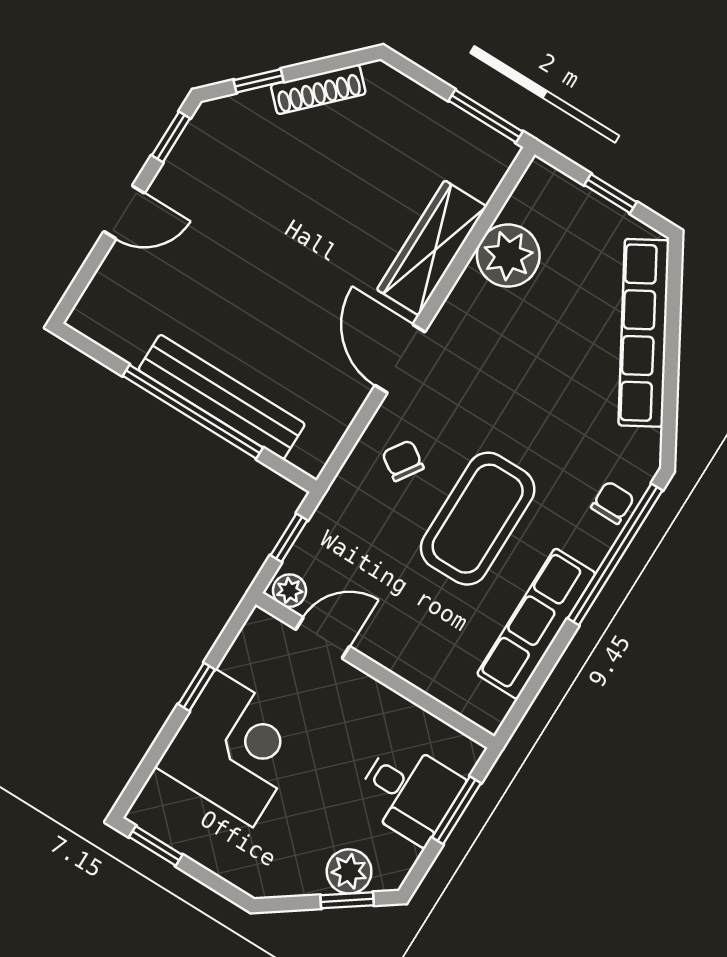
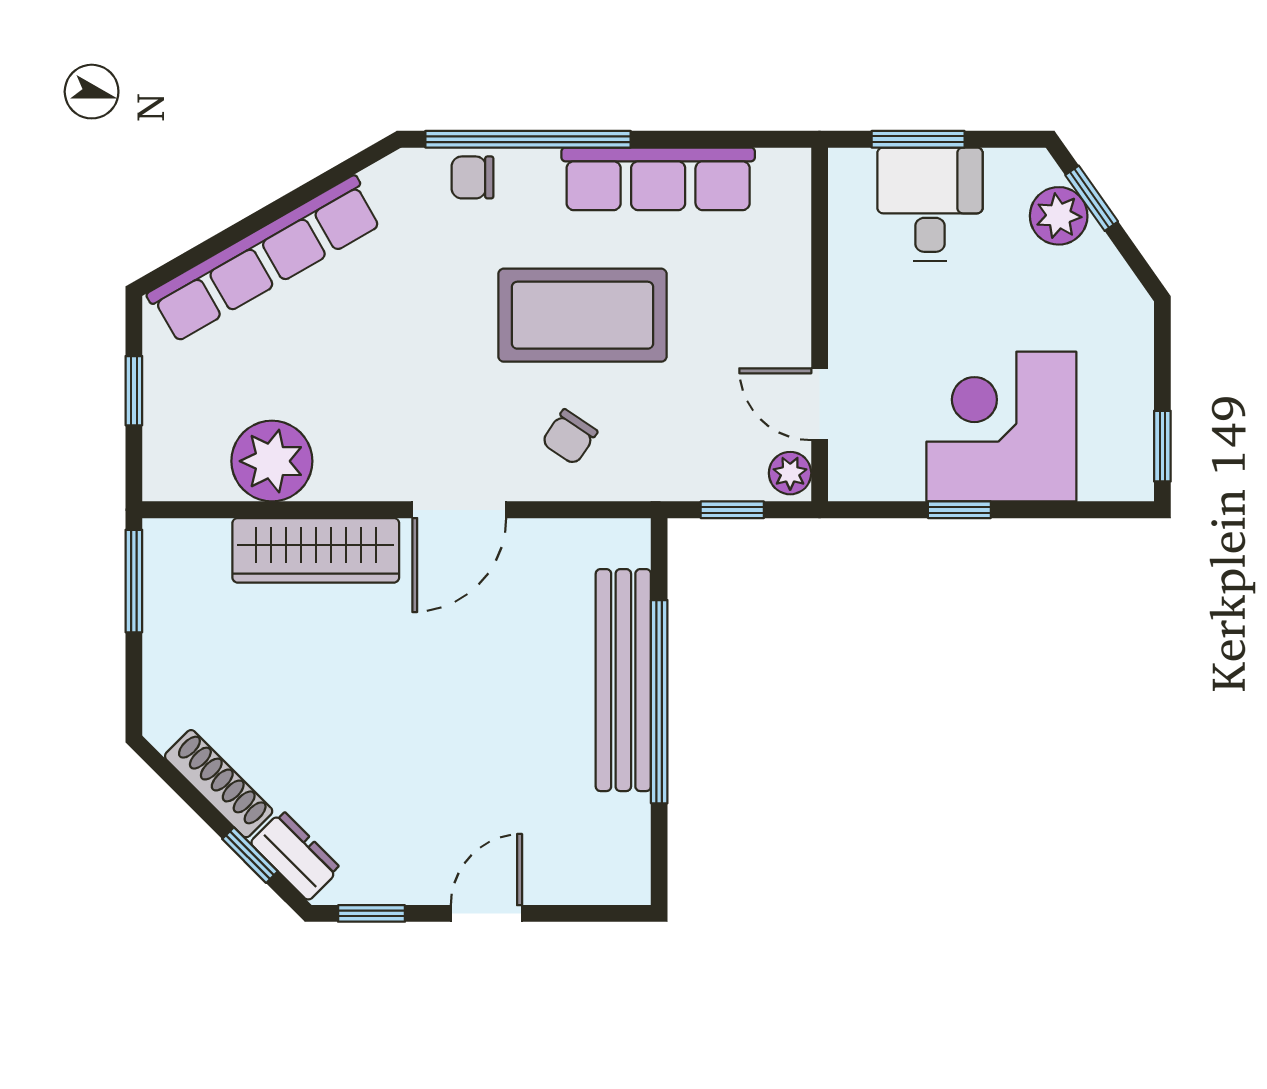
dresser: (240, 110) -> (295, 856), added
door: (124, 212) -> (486, 913), hinge flipped

